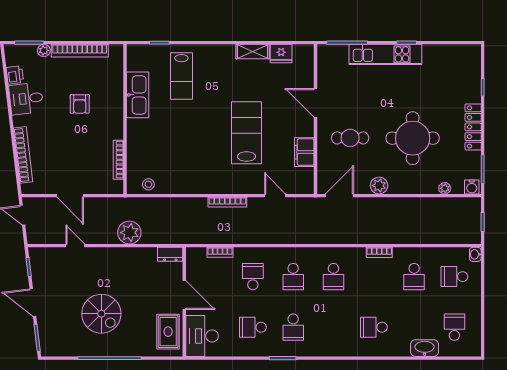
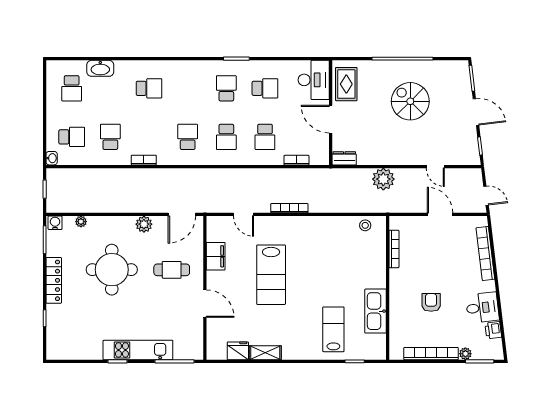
school desk: (293, 277) -> (226, 137), turned 180

